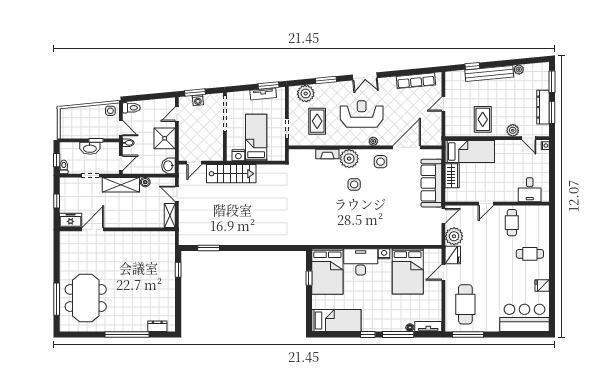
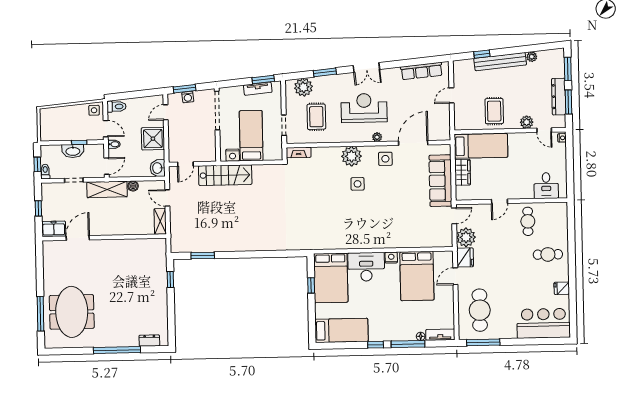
fireplace: (327, 154) -> (299, 153), moved

